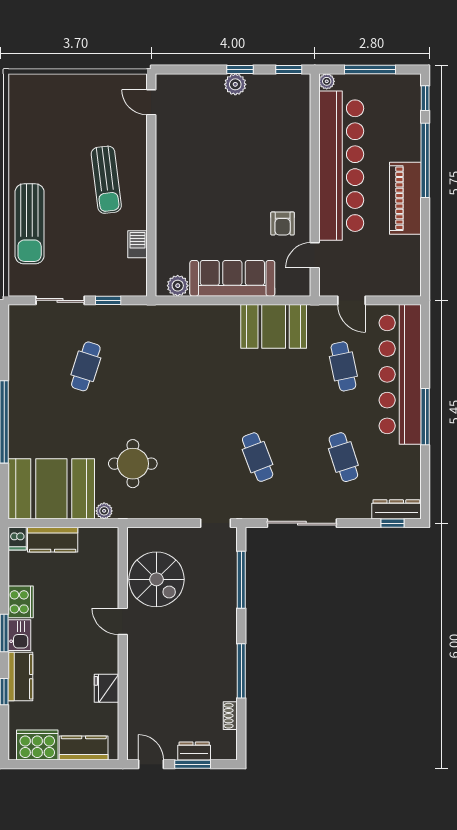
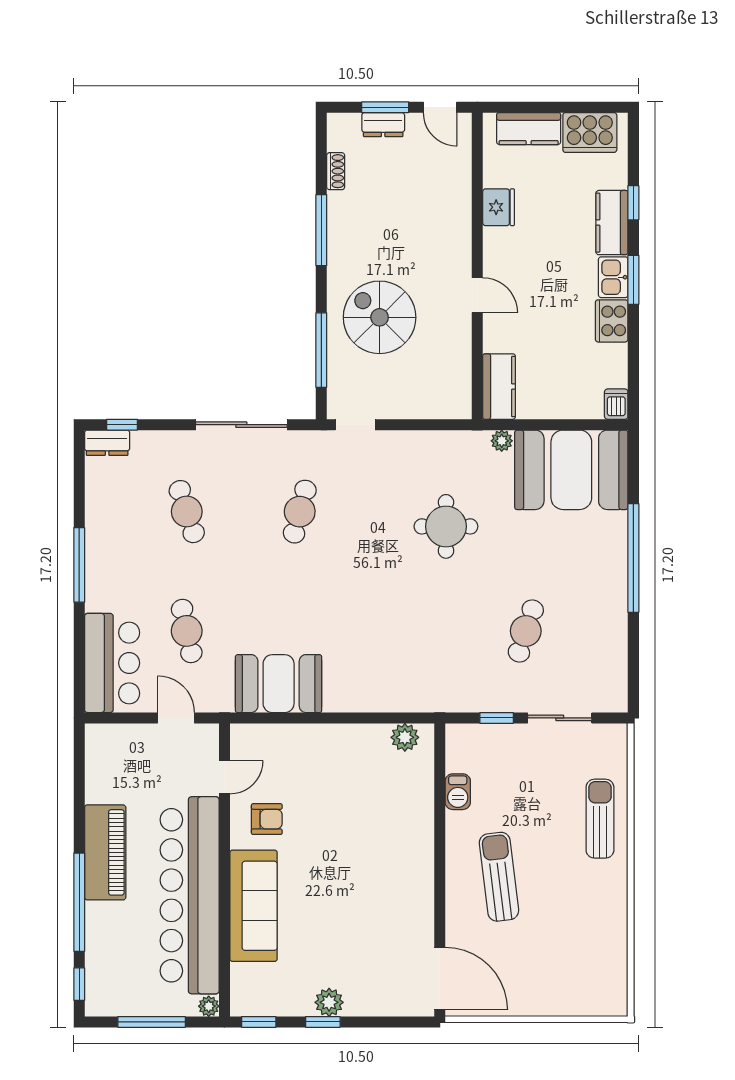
door: (151, 102) -> (440, 979), width x1.88
armchair: (283, 223) -> (267, 819), turned 90
sun lounger: (30, 224) -> (600, 819), width x0.73, depth x0.75
sofa: (232, 278) -> (253, 906), moved, turned -90
bar counter: (400, 374) -> (112, 663), width x0.54
cafe table: (258, 457) -> (300, 512), turned 36
round table: (133, 464) -> (446, 526), moved
dresser: (396, 509) -> (107, 443), width x0.70
kitchen counter: (53, 540) -> (499, 387), moved, turned 90
spiral stairs: (156, 579) -> (380, 317), moved

